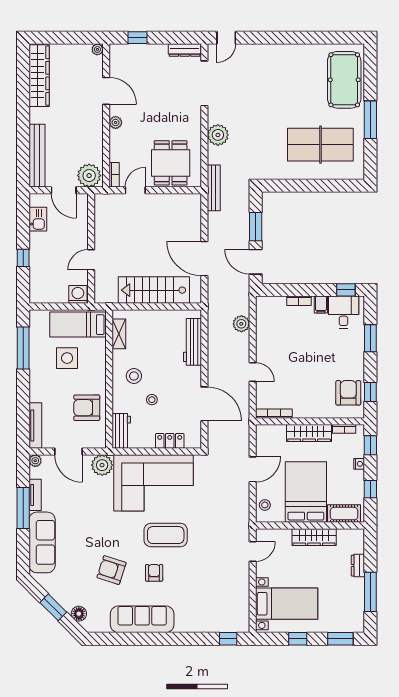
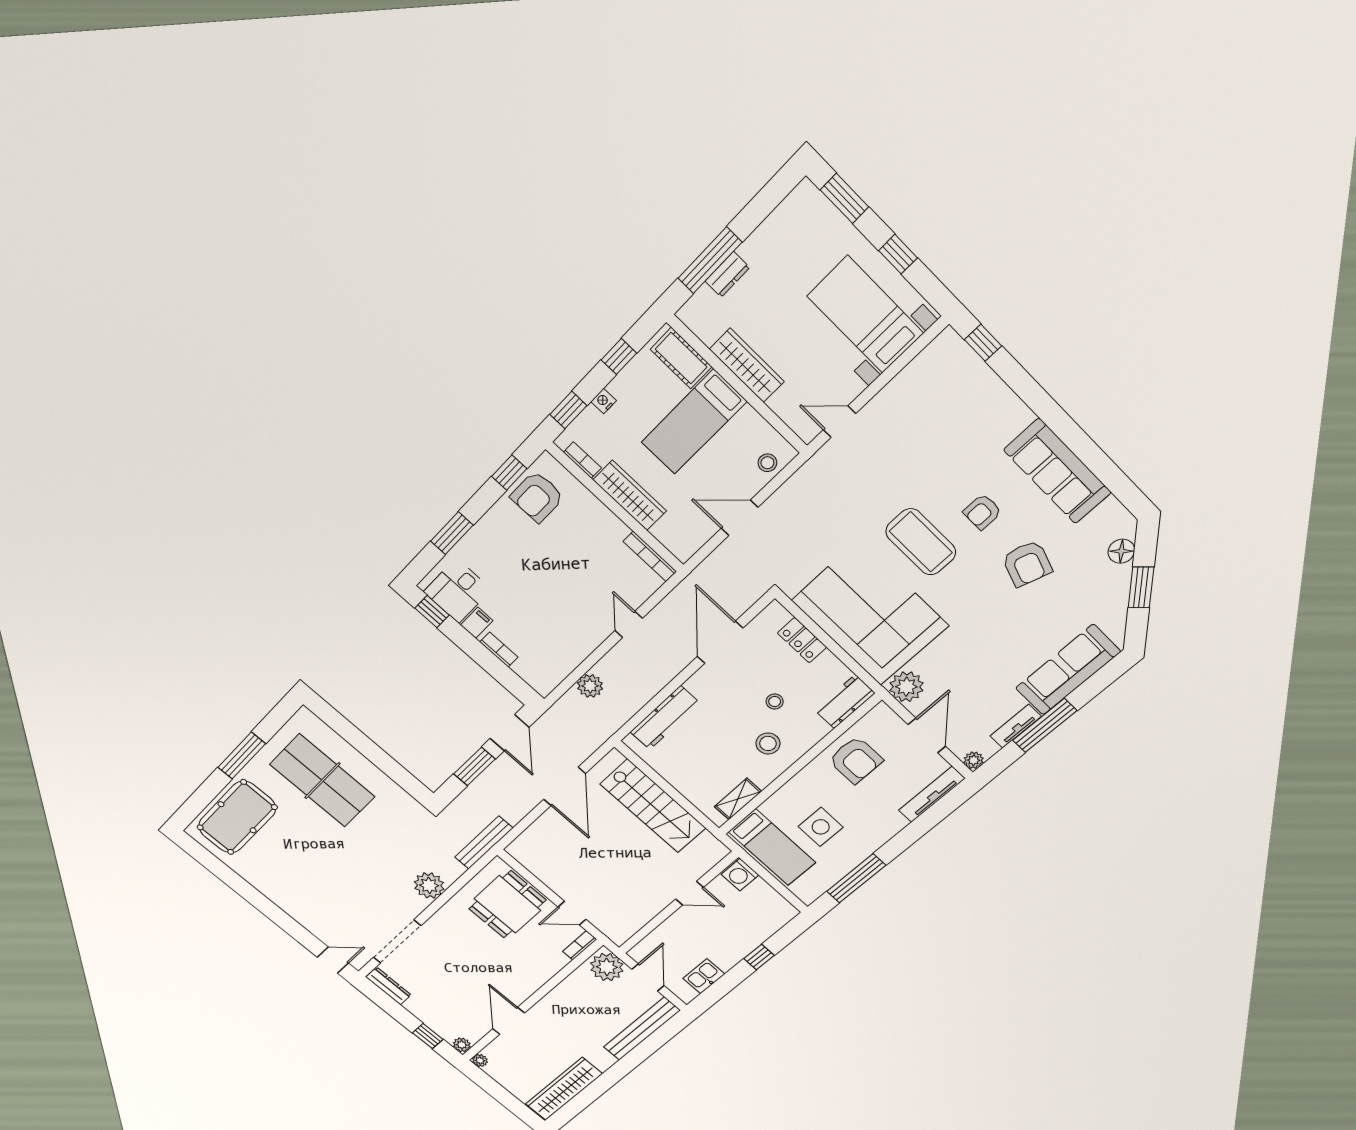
plant: (116, 122) -> (462, 1045), moved
bed: (306, 492) -> (694, 422), width x0.67
window: (370, 592) -> (710, 260), moved

